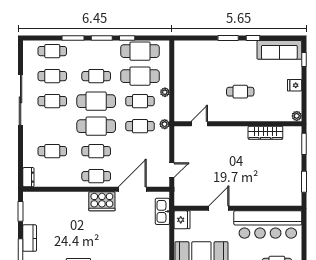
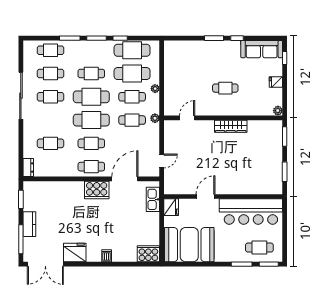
wardrobe: (265, 133) -> (231, 126), moved

